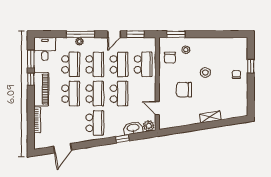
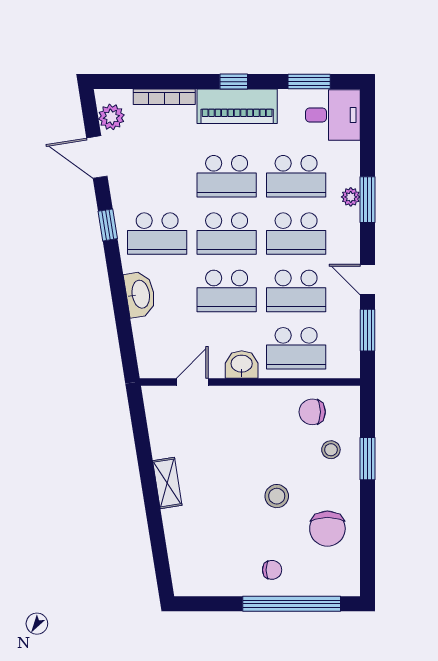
window: (80, 34) -> (368, 200), width x0.69
window: (176, 34) -> (368, 459), moved
window: (251, 66) -> (292, 604), width x3.17
window: (31, 79) -> (234, 82), moved
washbasin: (150, 87) -> (242, 364), added
chair: (184, 90) -> (327, 529), moved, turned 180
shelving: (210, 117) -> (167, 483), moved
plant: (149, 126) -> (111, 117), moved
washbasin: (133, 128) -> (140, 294), moved
window: (122, 139) -> (108, 225), moved

